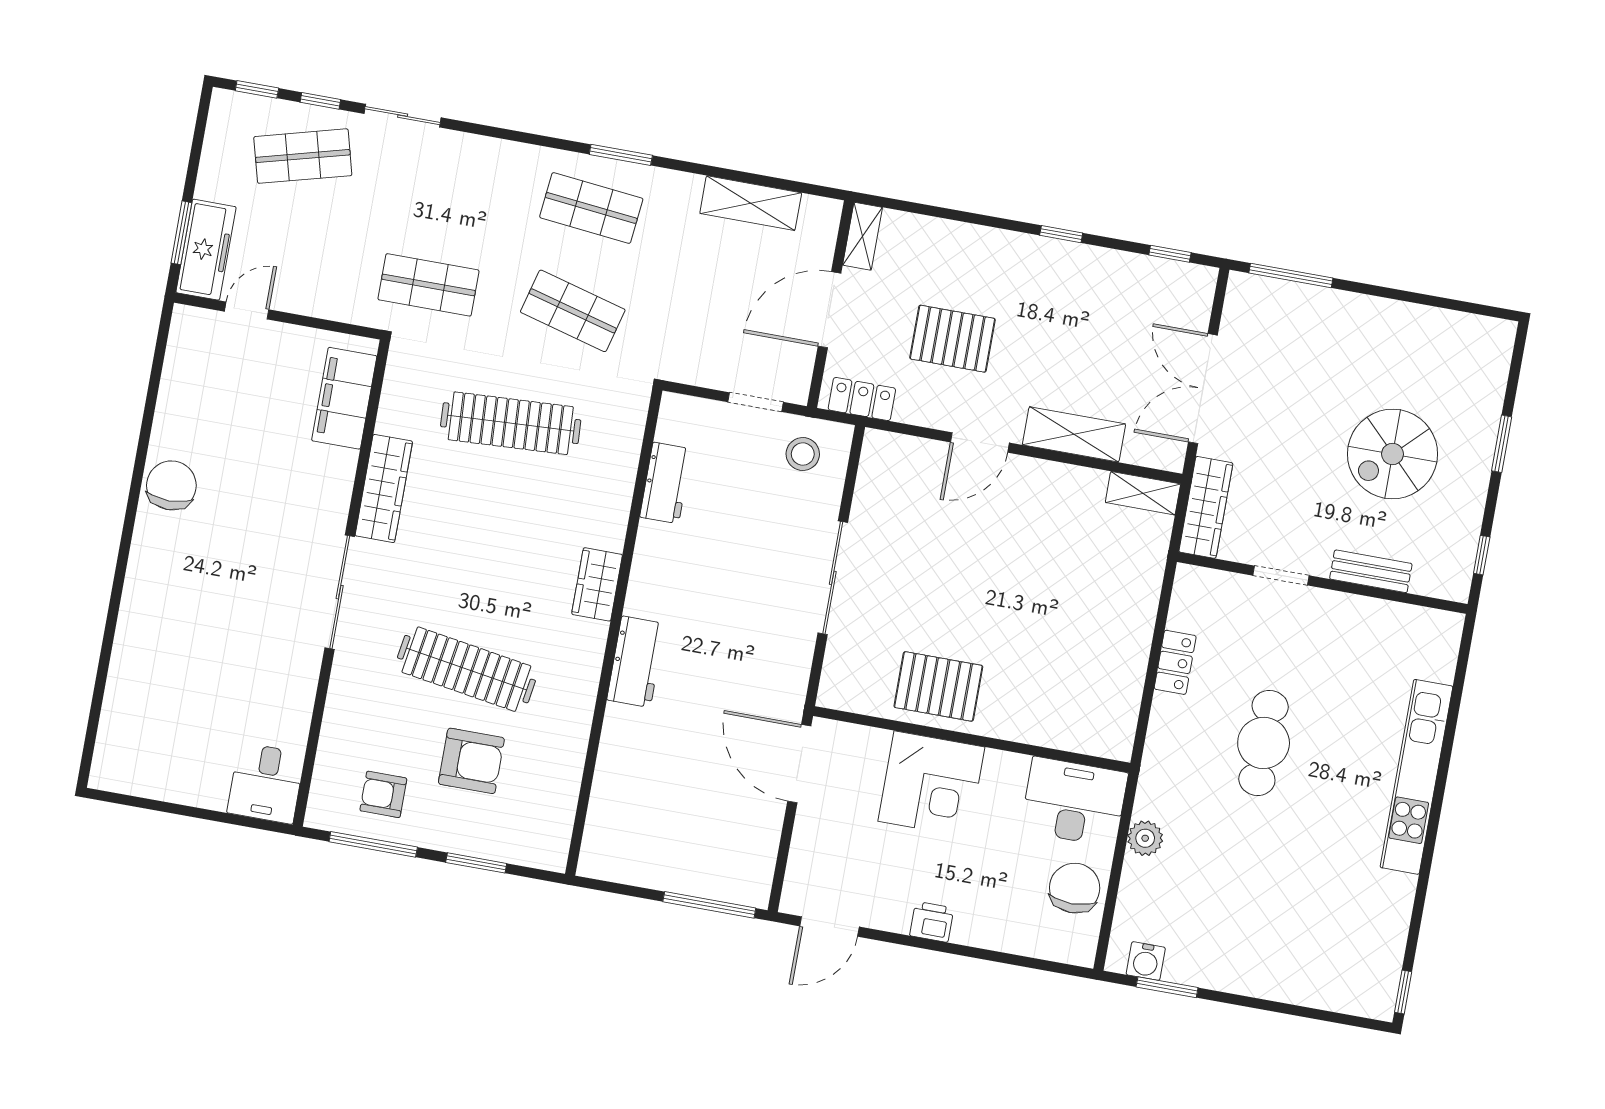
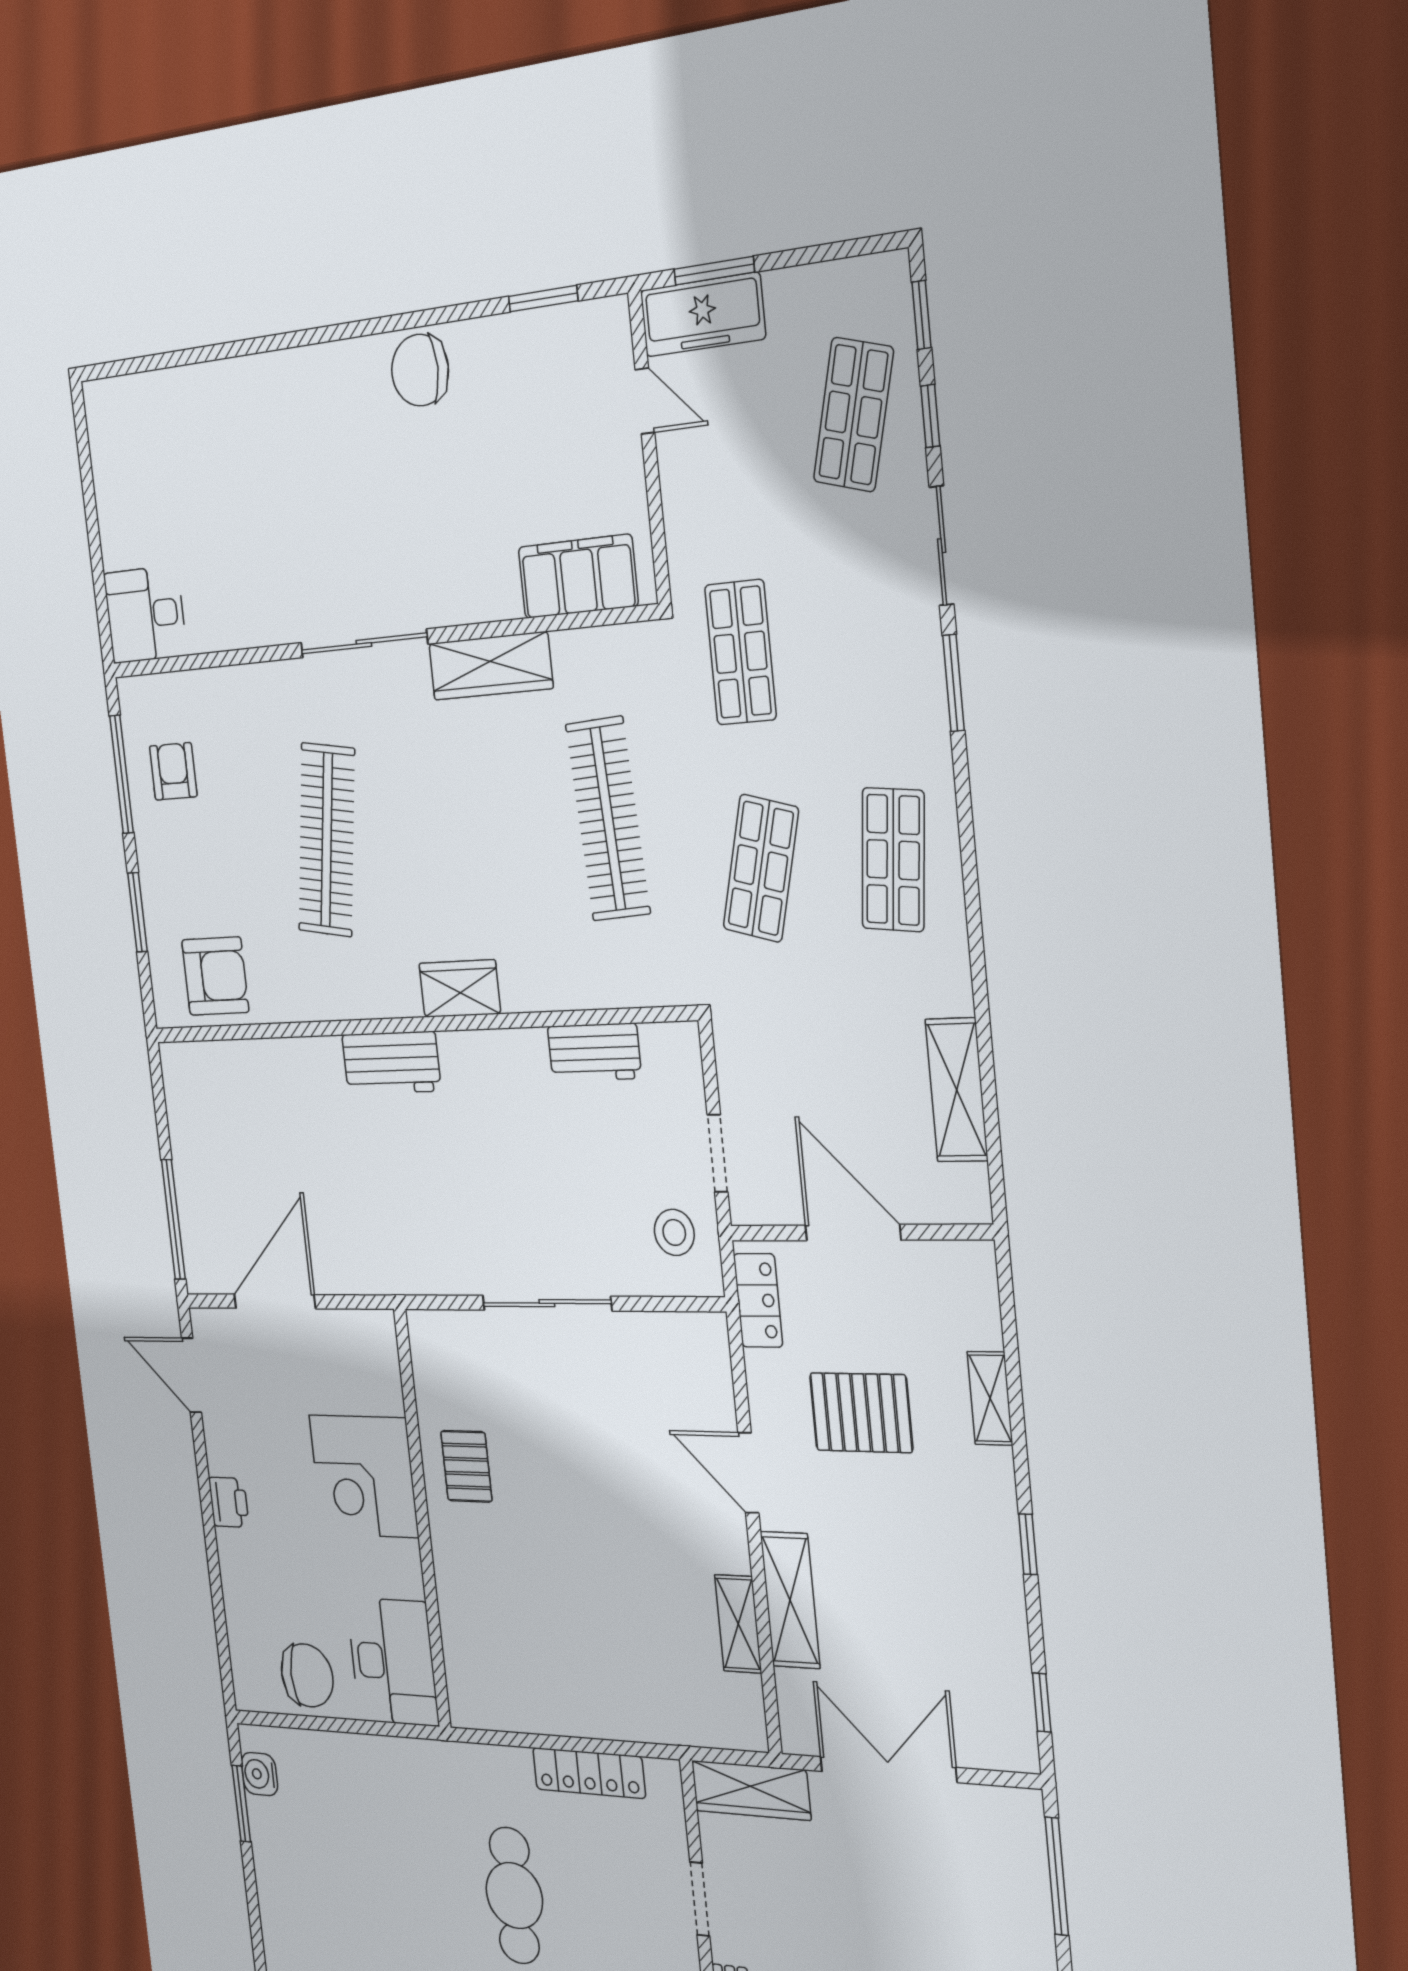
window: (621, 155) -> (953, 683), moved
shop shelf: (303, 156) -> (853, 415), turned 30
shelving: (863, 236) -> (990, 1398), moved, turned 90
pallet: (952, 339) -> (861, 1413), turned 90
window: (157, 370) -> (543, 299), added
chair: (171, 485) -> (420, 370), turned 180
shelving: (1143, 493) -> (738, 1624), moved
locker: (1175, 662) -> (589, 1773), width x1.53
pallet: (938, 686) -> (466, 1466), width x0.67, depth x0.71
cafe table: (1264, 743) -> (514, 1896), turned 90
armchair: (471, 761) -> (215, 976), moved, turned -90
door: (799, 764) -> (275, 1301), moved
plant: (1145, 838) -> (379, 1757), removed

